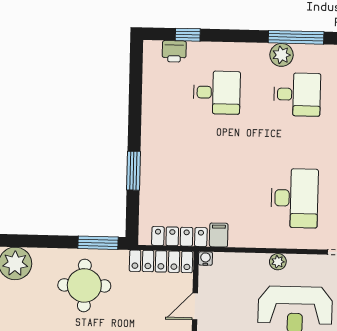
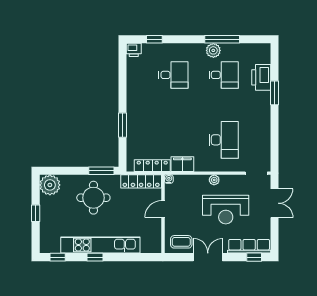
printer: (174, 51) -> (134, 50), moved
filing cabinet: (219, 235) -> (182, 164), width x2.00

